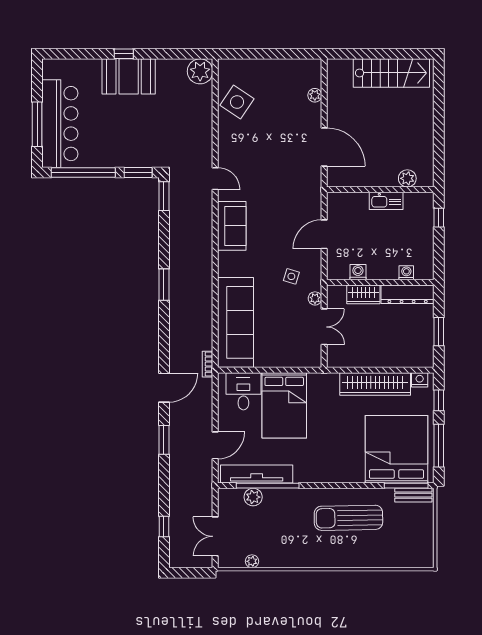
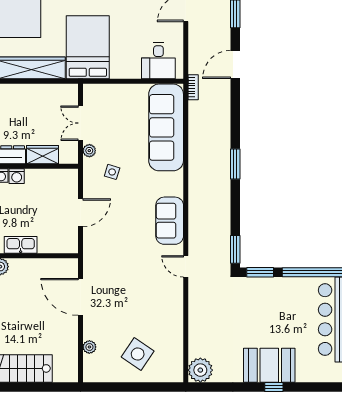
side table: (237, 102) -> (138, 354), moved
washing machine: (358, 272) -> (17, 176), moved
bed: (284, 405) -> (88, 47), moved

